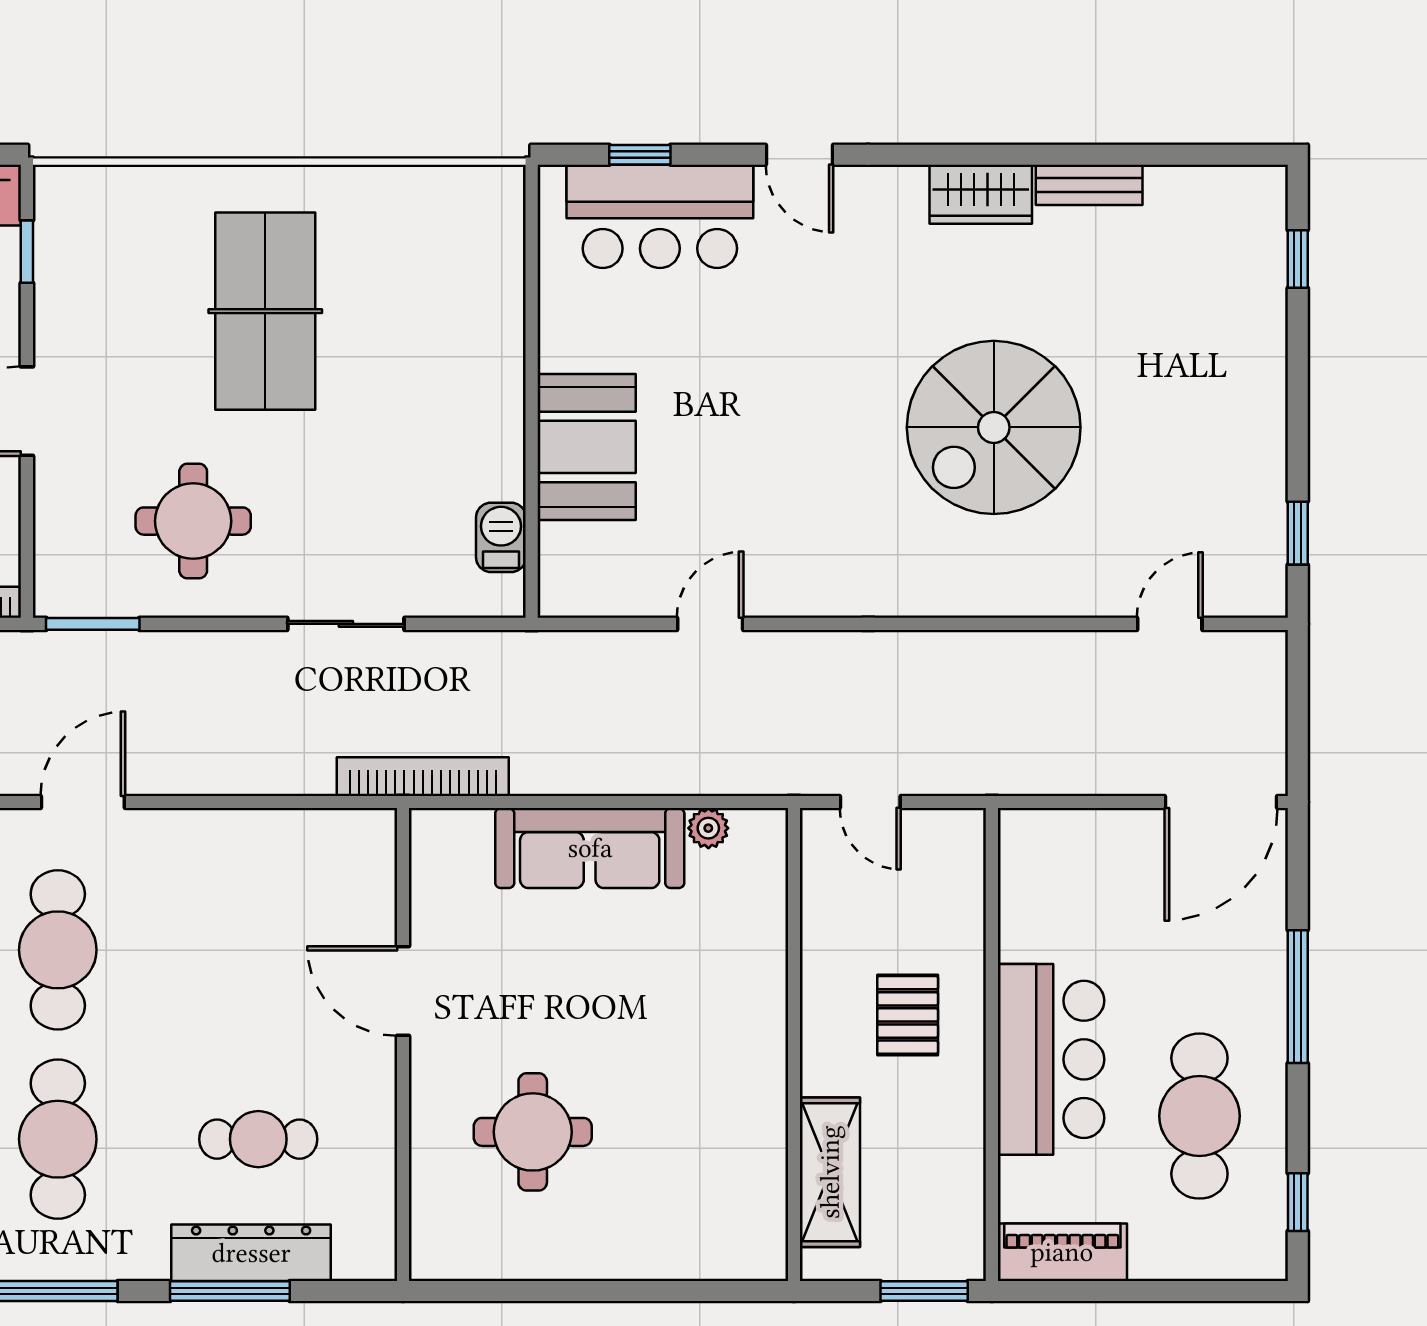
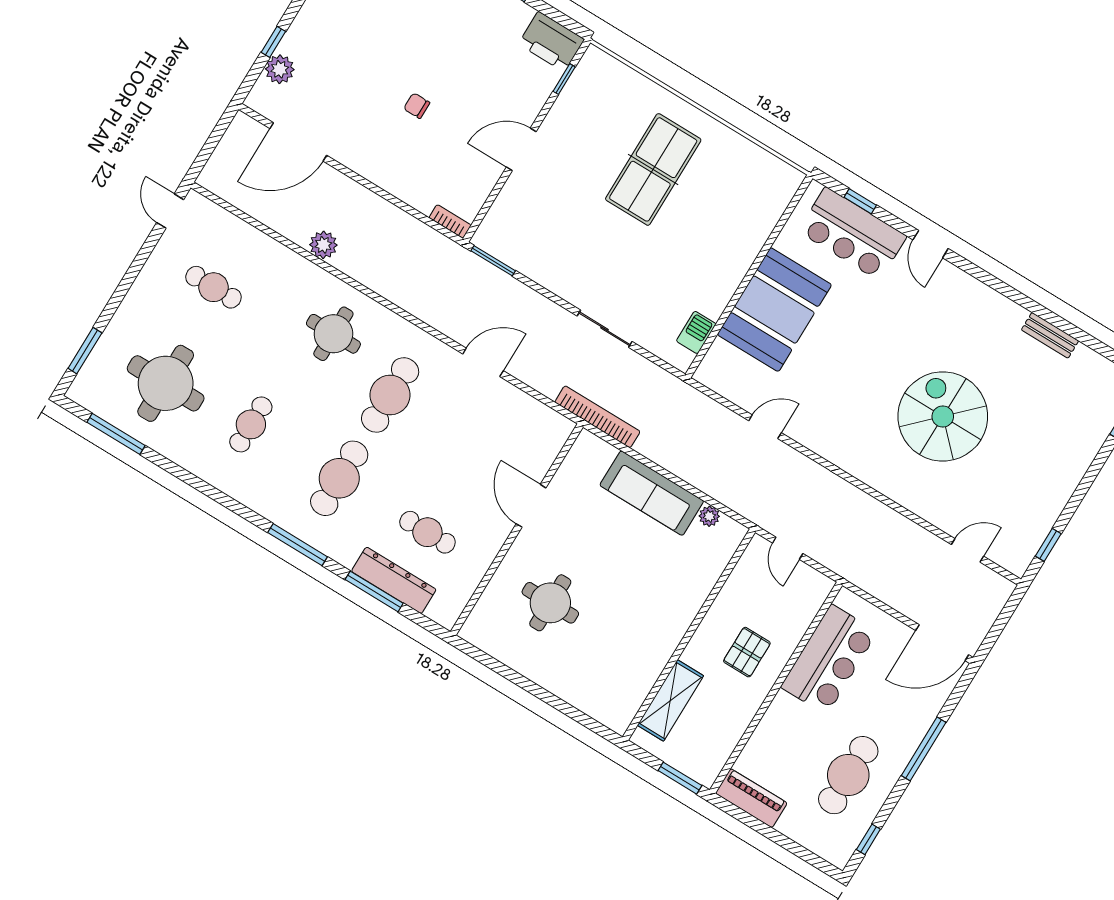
wardrobe: (981, 194) -> (1000, 310), removed
spiral stairs: (994, 427) -> (943, 416), turned 90
booth: (587, 447) -> (774, 310), width x1.36, depth x1.42
round table: (193, 521) -> (565, 242), removed
door: (83, 802) -> (483, 362), moved
bar counter: (1051, 1059) -> (829, 659), moved

